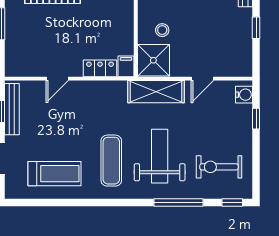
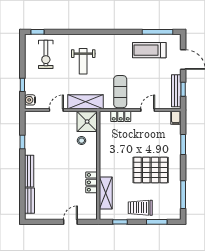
filing cabinet: (126, 66) -> (176, 118), moved
weight bench: (160, 156) -> (83, 61), width x0.73, depth x0.75
exercise mat: (111, 161) -> (120, 92), moved
exercise bike: (219, 167) -> (46, 54), turned 90
window: (178, 203) -> (157, 32), moved

